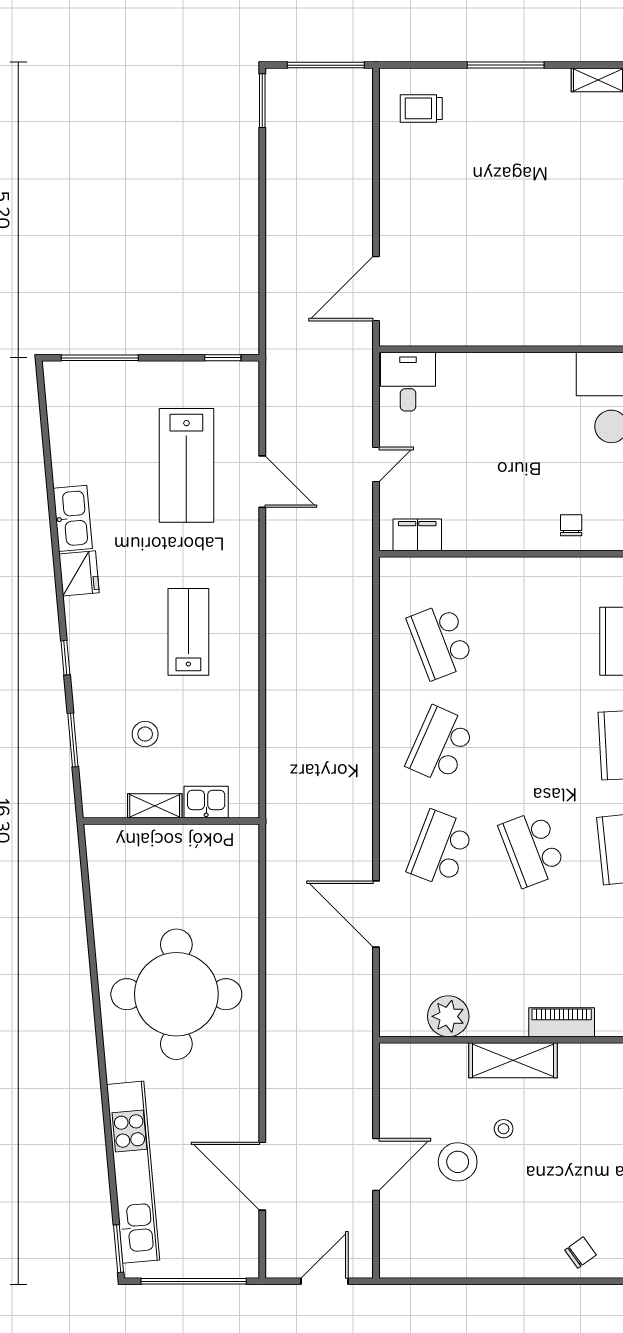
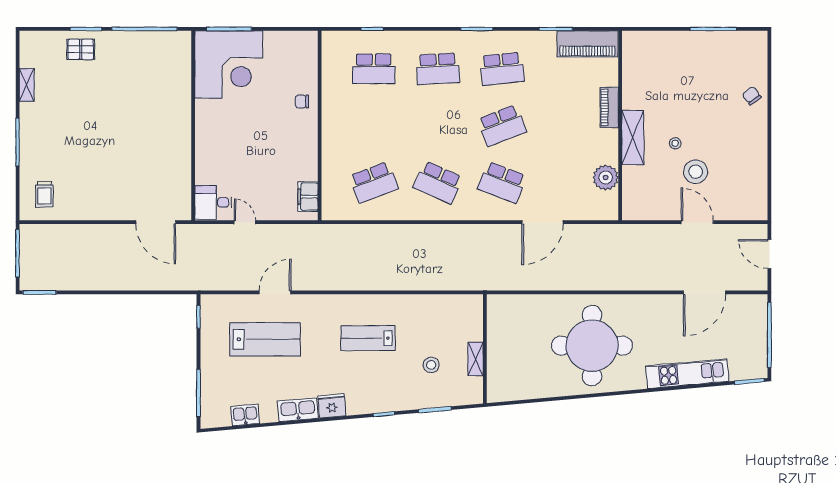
door: (376, 465) -> (245, 222), moved
kitchen sink: (206, 802) -> (245, 415), moved, turned 85
kitchen unit: (133, 1172) -> (687, 374), width x0.73

